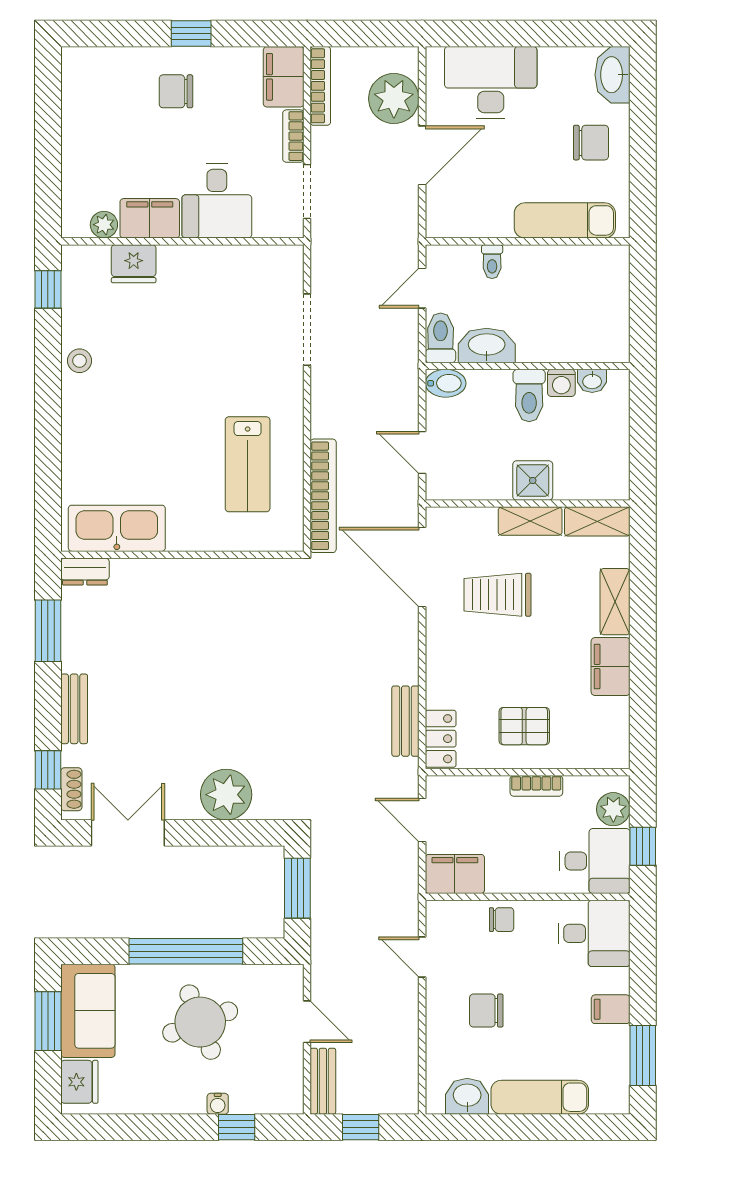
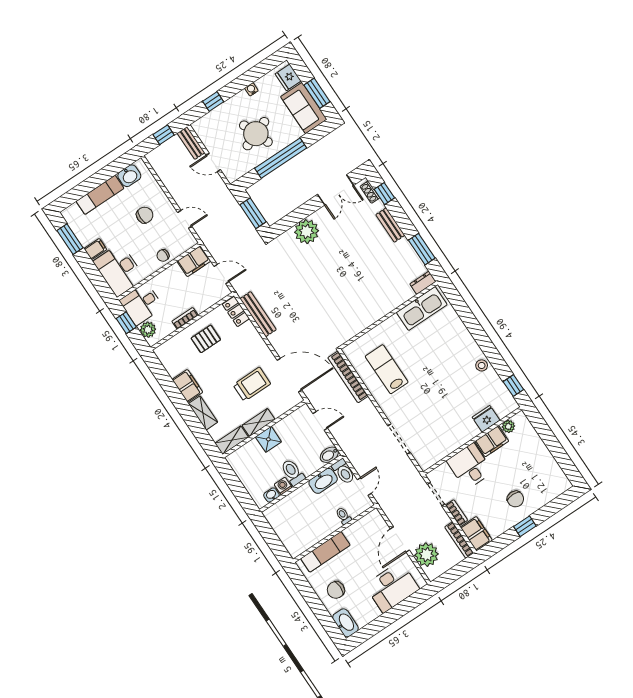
chair: (176, 91) -> (515, 499), turned 90
bench: (405, 721) -> (258, 314), width x1.36
desk: (594, 933) -> (119, 270), width x1.37
water cooler: (218, 1104) -> (251, 89), moved

